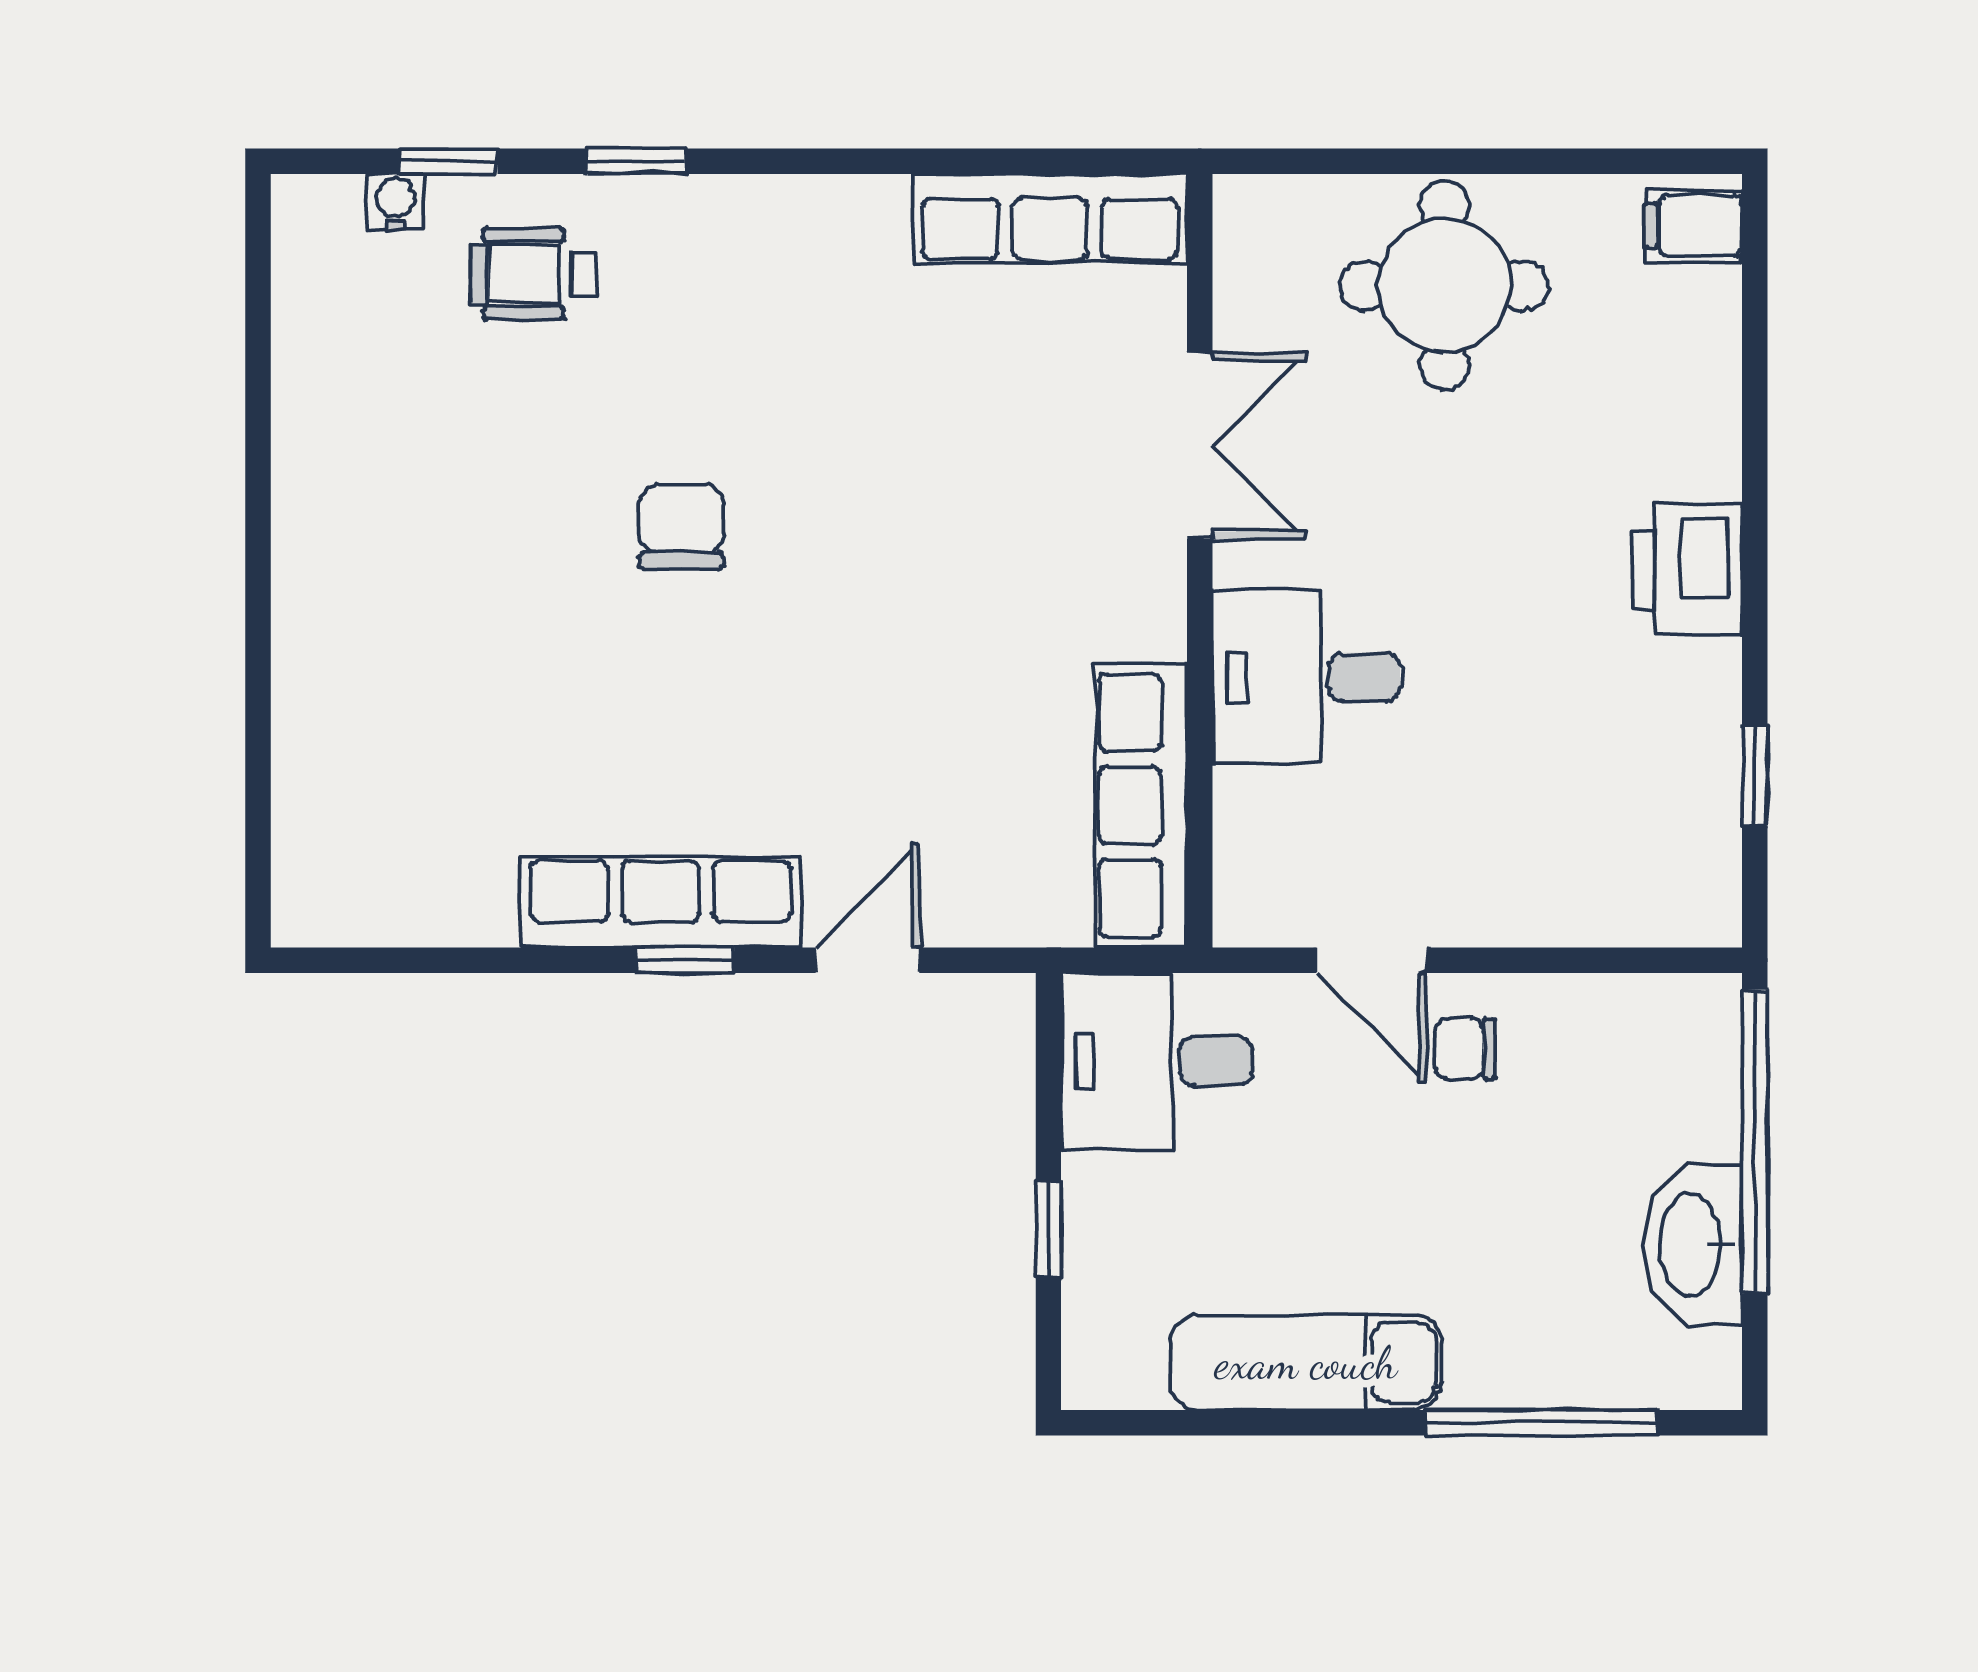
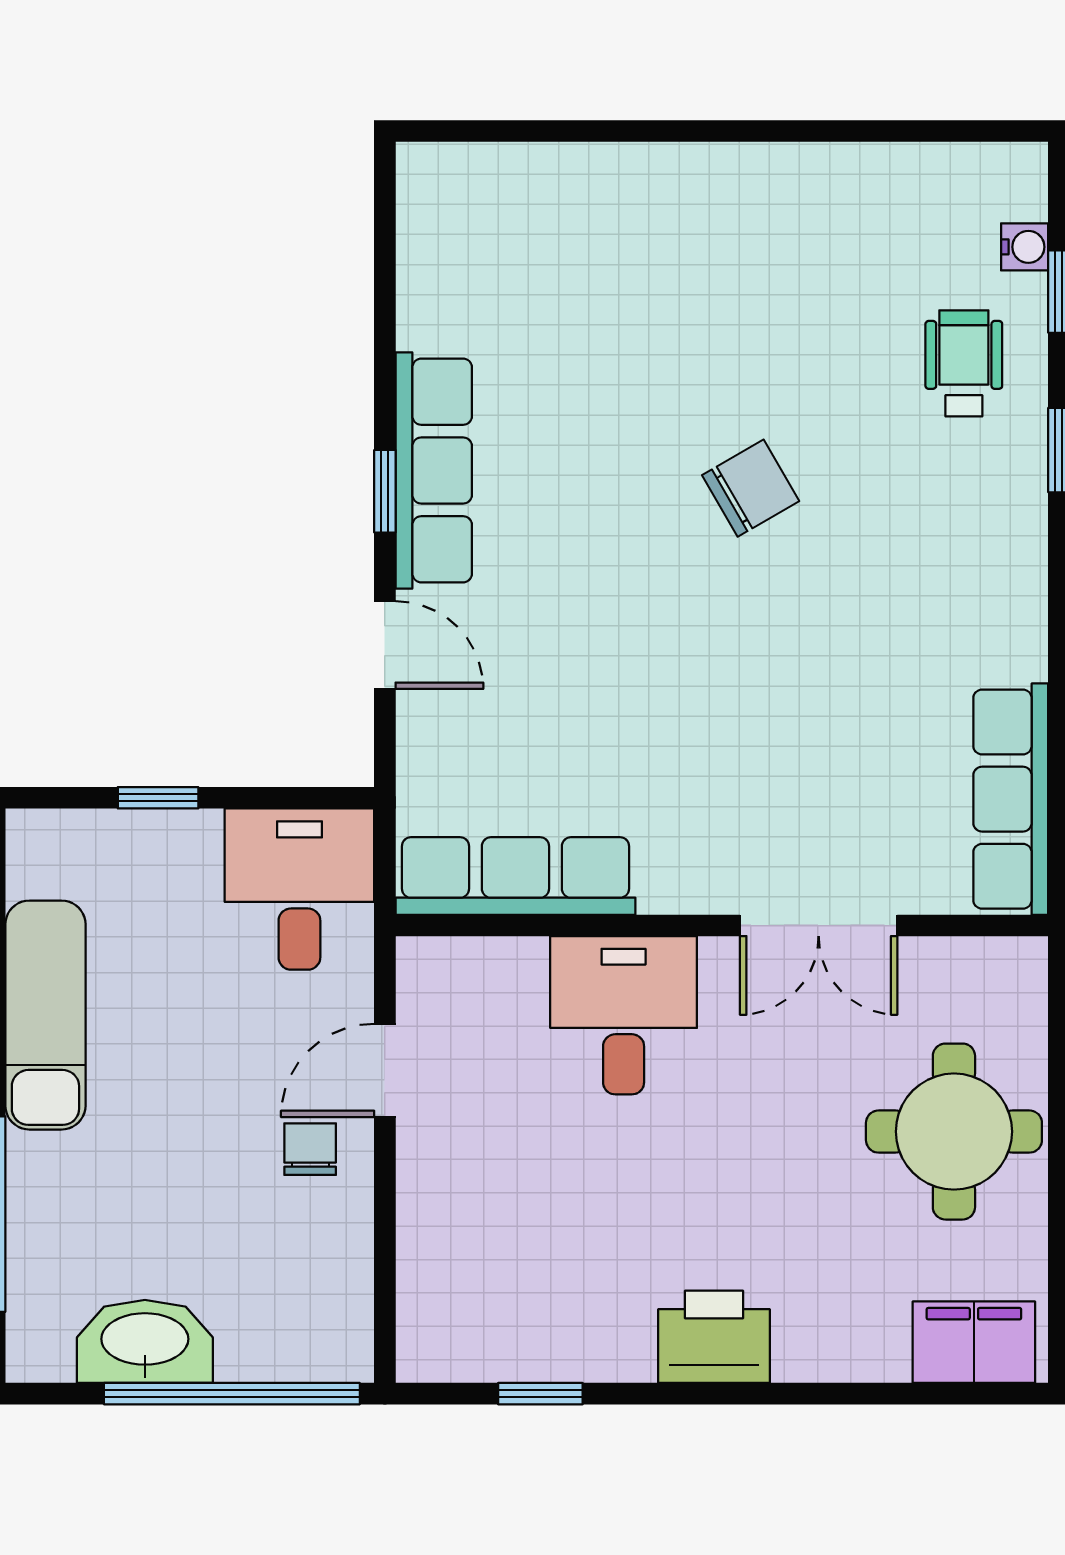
filing cabinet: (1694, 226) -> (974, 1342), width x2.00
chair: (681, 527) -> (751, 488), turned -30

